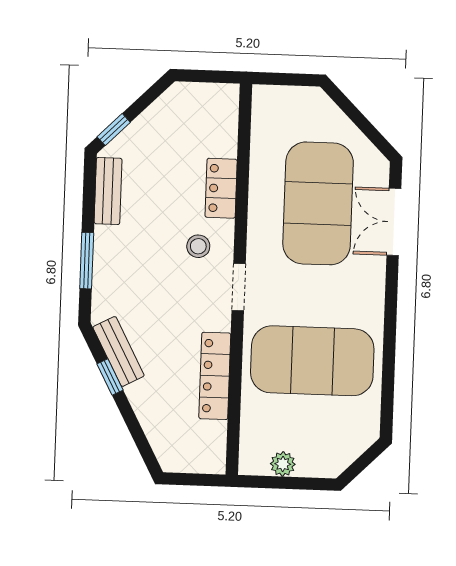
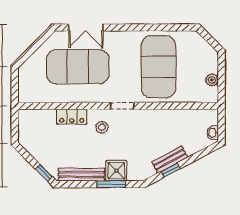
bench: (108, 191) -> (82, 175), width x1.36
shower: (113, 271) -> (116, 171), added
bench: (119, 351) -> (170, 160), moved
locker: (215, 376) -> (168, 116), removed
washbasin: (179, 462) -> (213, 133), added

